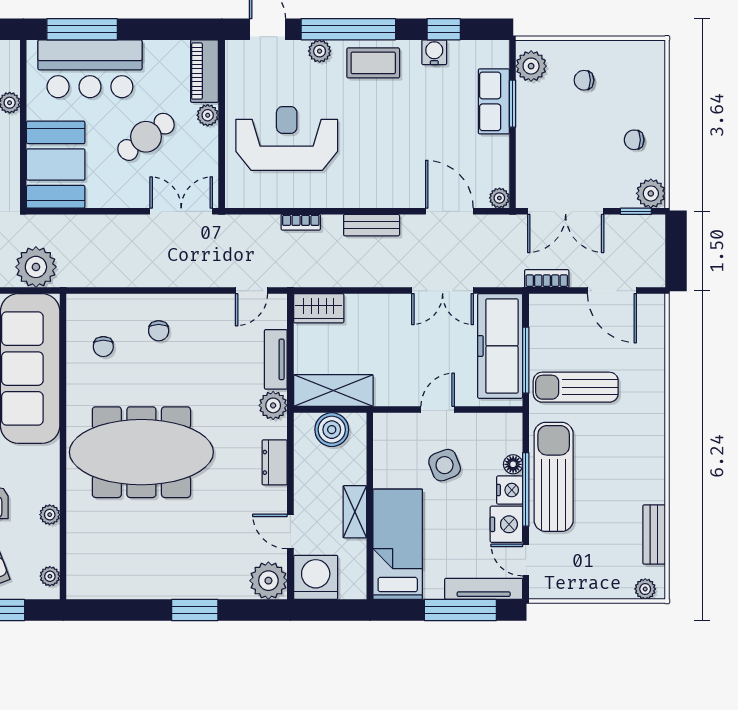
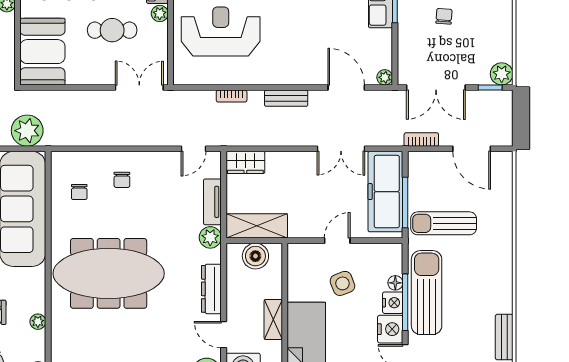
cafe table: (146, 137) -> (112, 30), turned 36
chair: (634, 140) -> (444, 16), moved, turned 94
dresser: (275, 462) -> (211, 289), width x1.44

